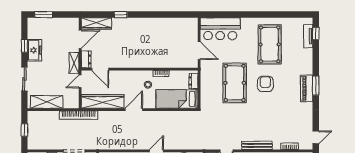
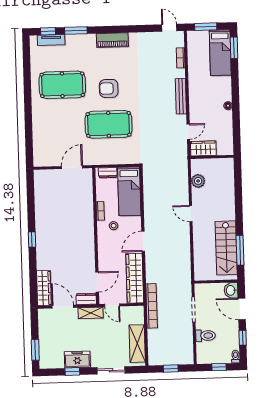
window: (121, 15) -> (32, 240), moved
bar counter: (220, 29) -> (46, 143), removed
window: (316, 86) -> (76, 30), moved
door: (134, 110) -> (143, 241), hinge flipped

